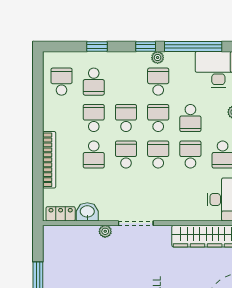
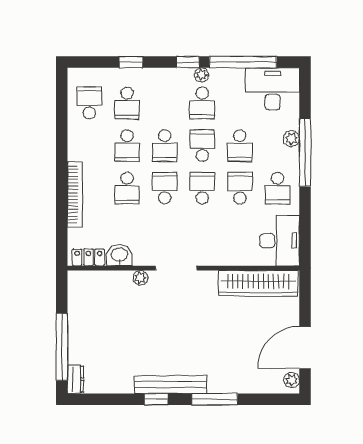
school desk: (158, 82) -> (202, 103), turned 180
school desk: (94, 118) -> (127, 146), turned 180
school desk: (126, 118) -> (165, 146), turned 180

